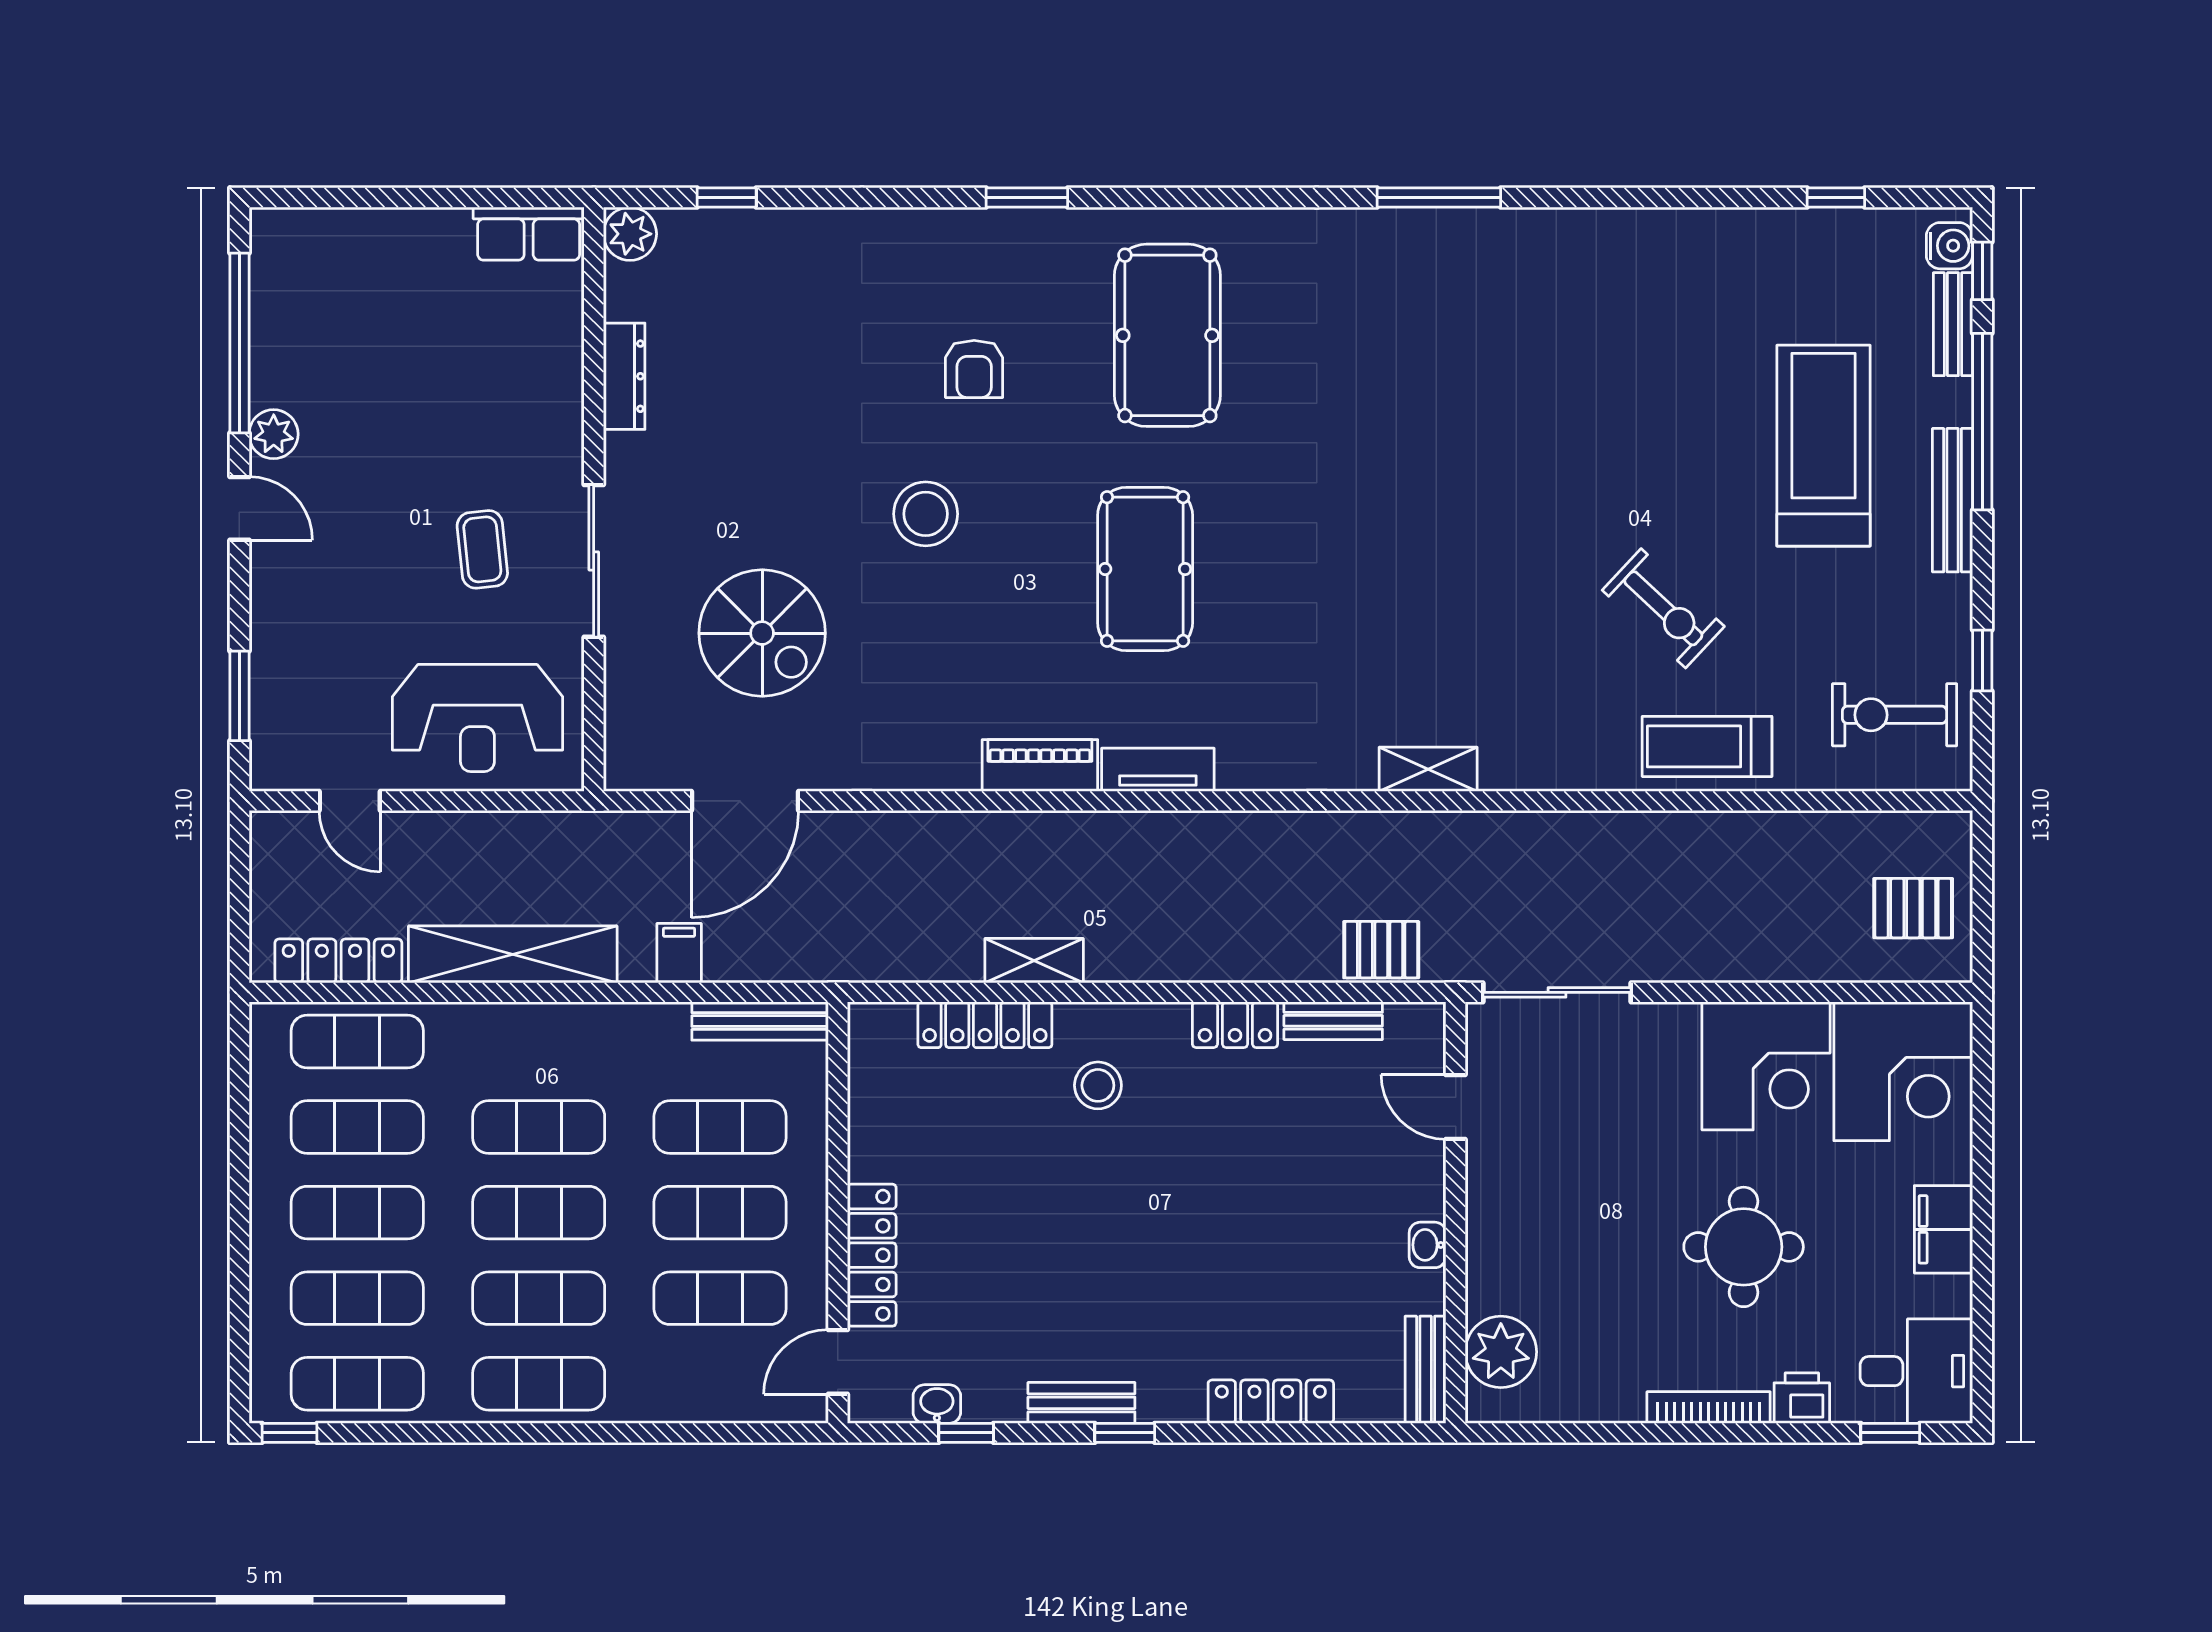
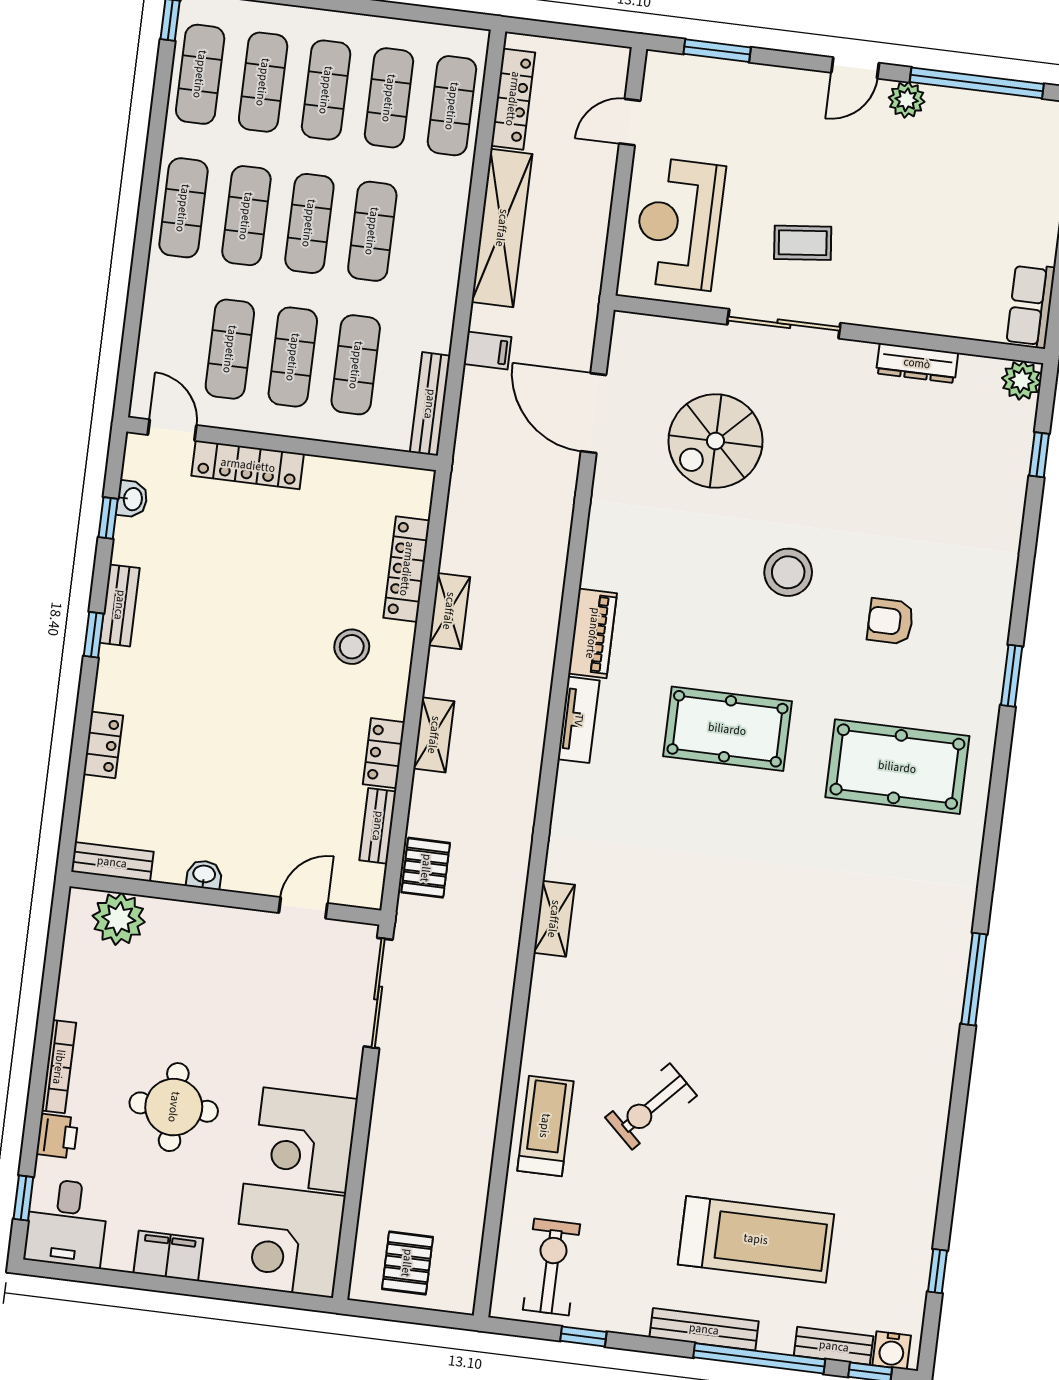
shelving: (1202, 961) -> (434, 735), added
locker: (1271, 1402) -> (103, 745), width x0.66

